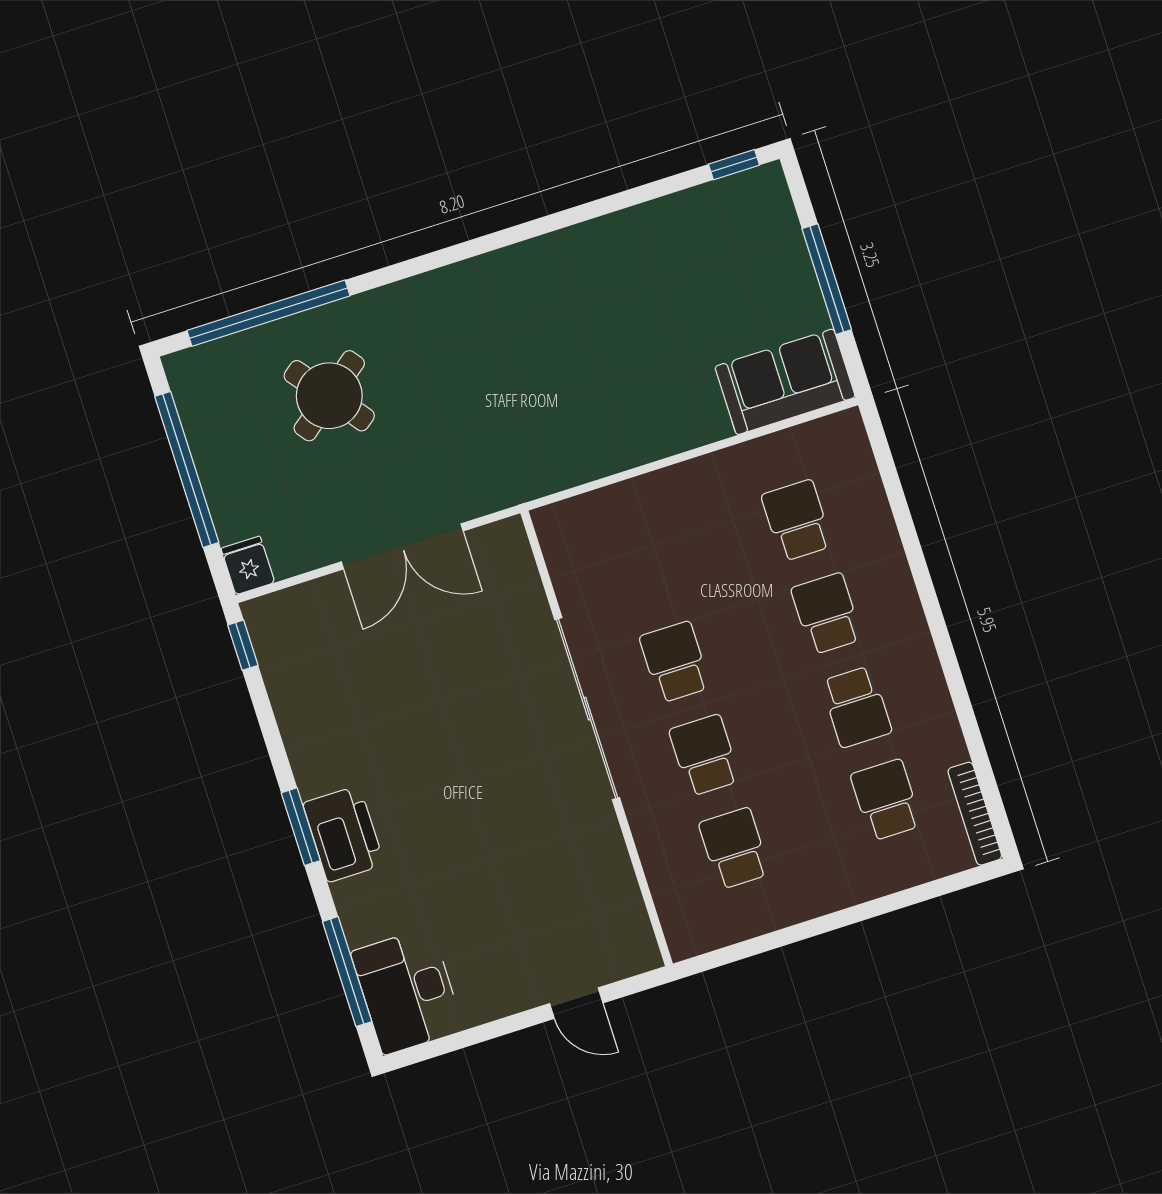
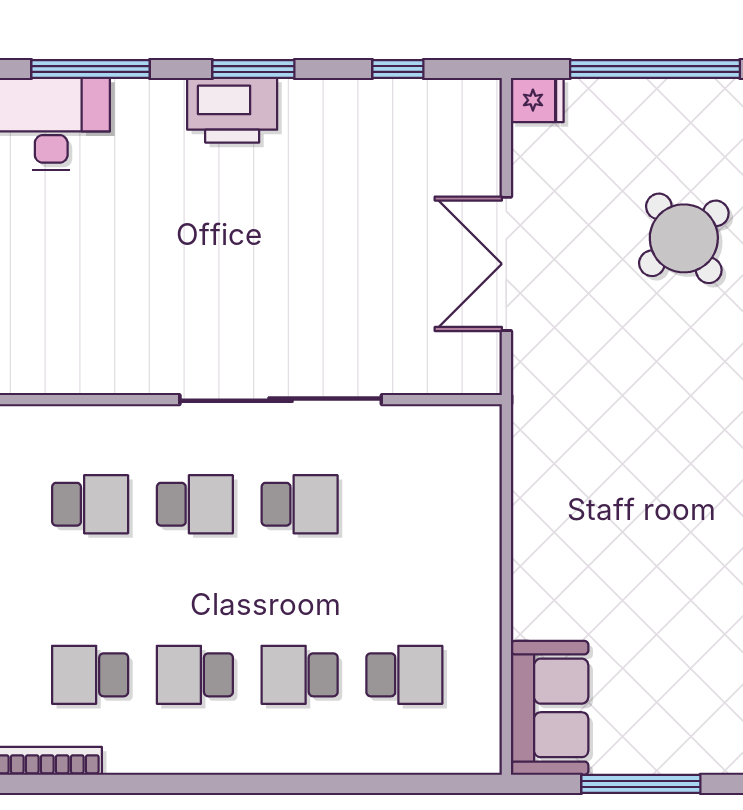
school desk: (827, 614) -> (300, 675), turned 180
window: (243, 645) -> (398, 69), moved
school desk: (886, 800) -> (90, 675), turned 180

